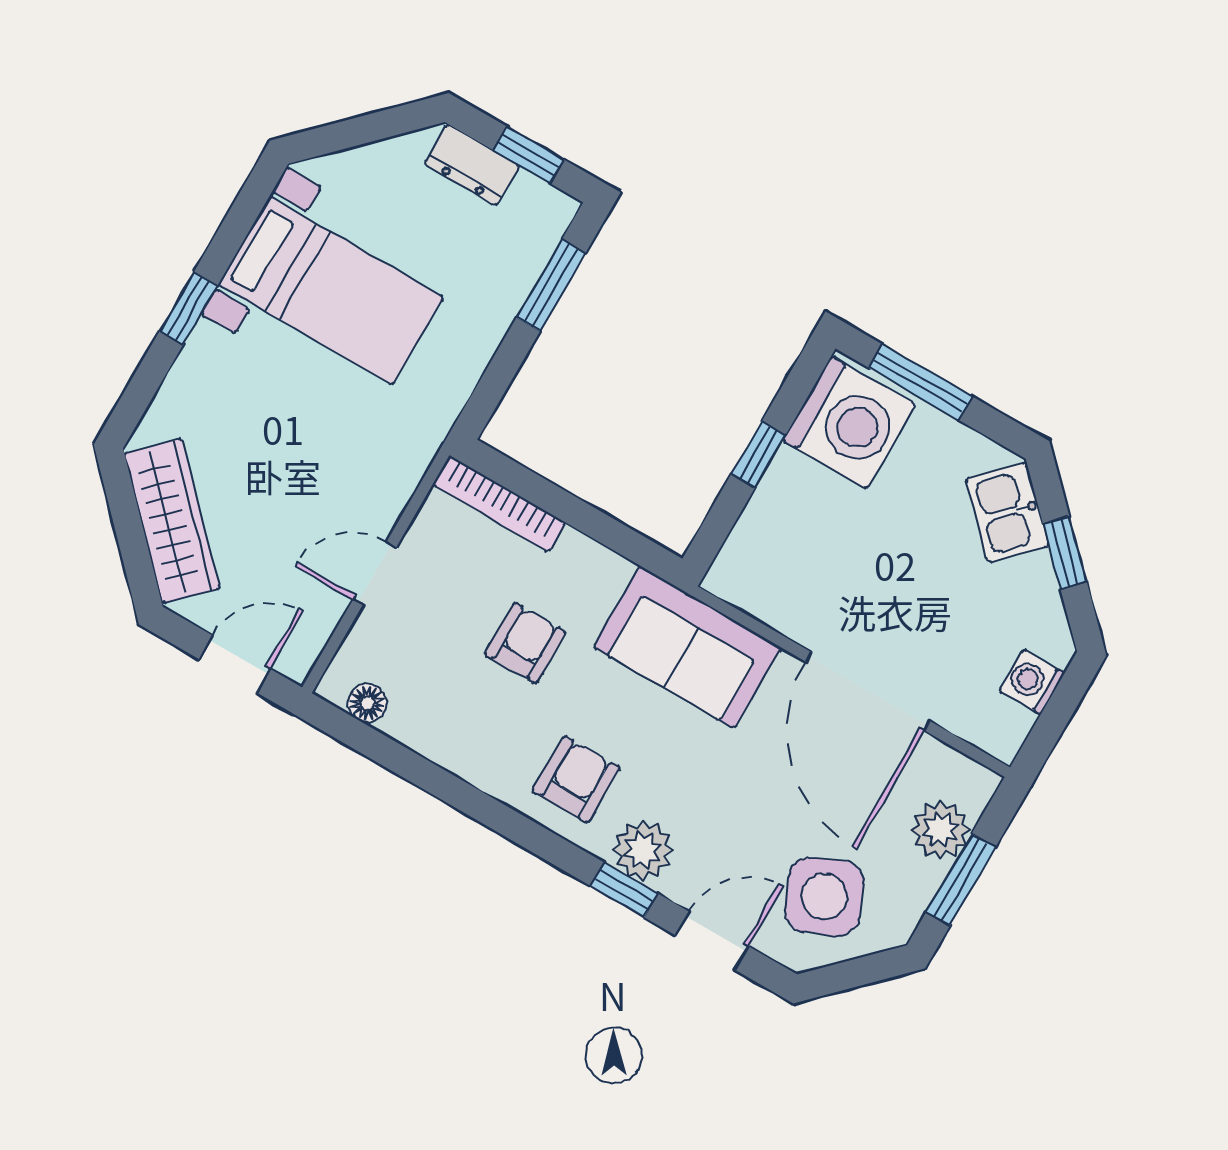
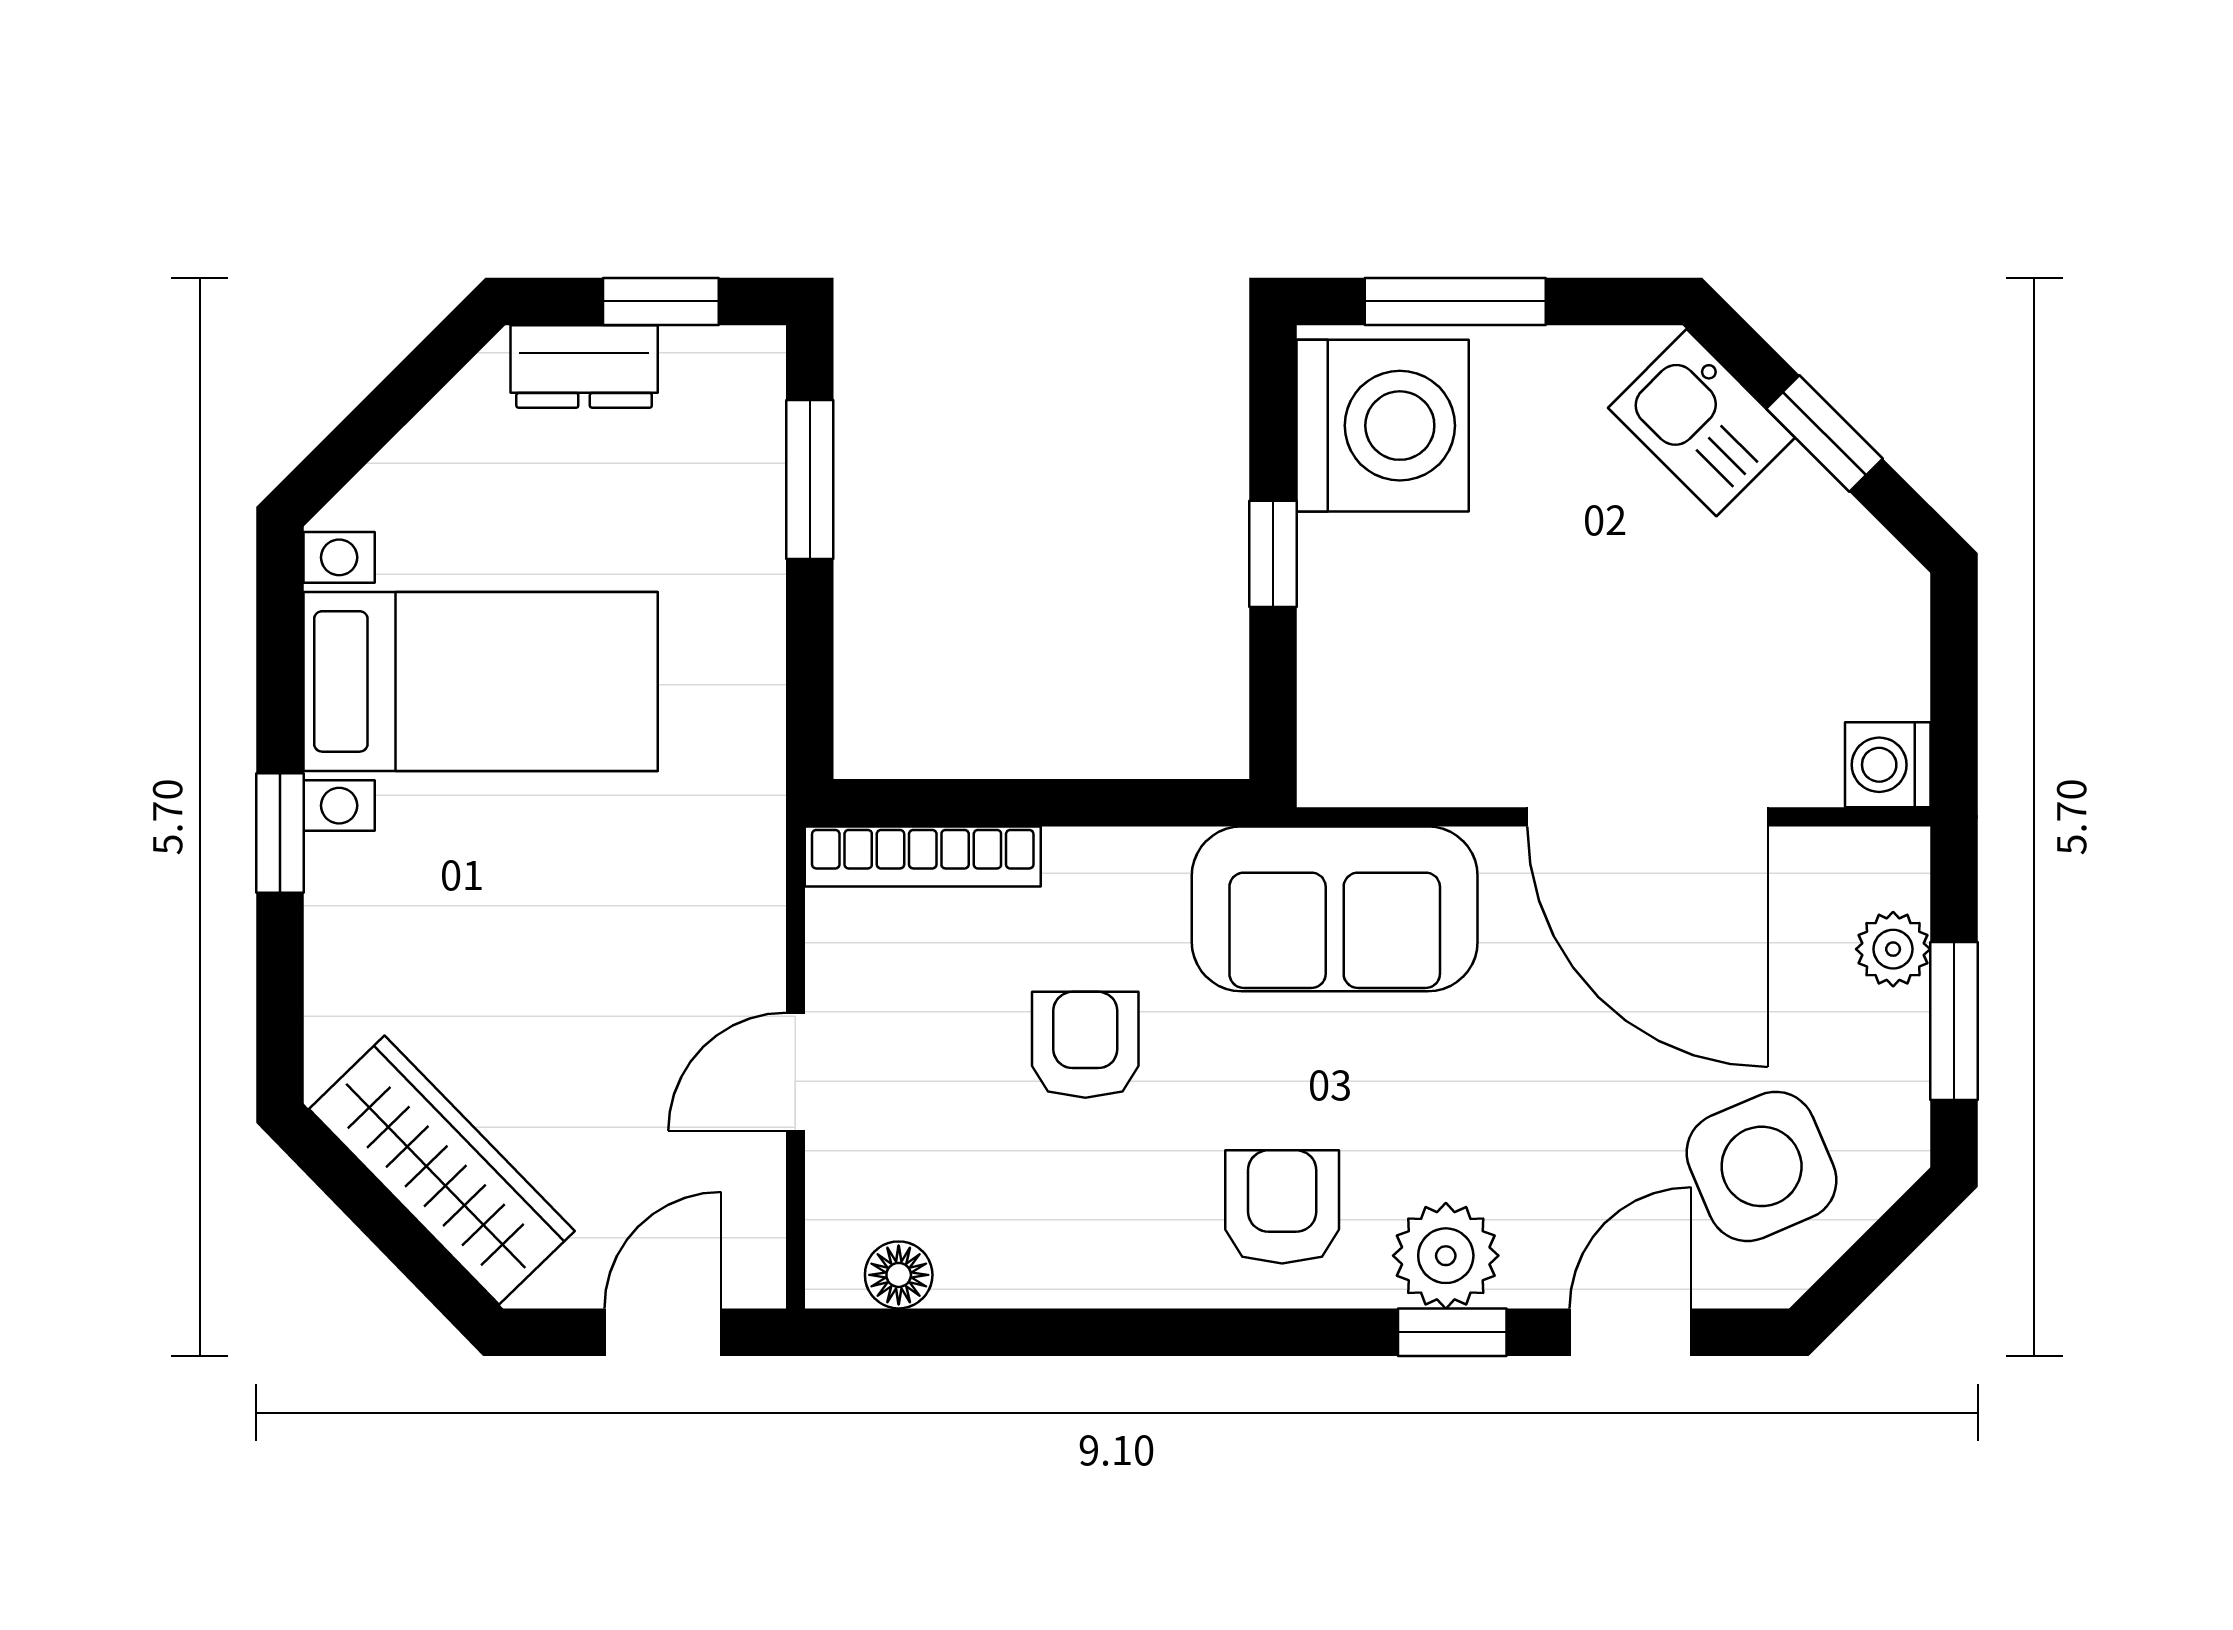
washing machine: (1032, 682) -> (1888, 765), moved
plant: (940, 830) -> (1893, 949), width x0.73, depth x0.73

